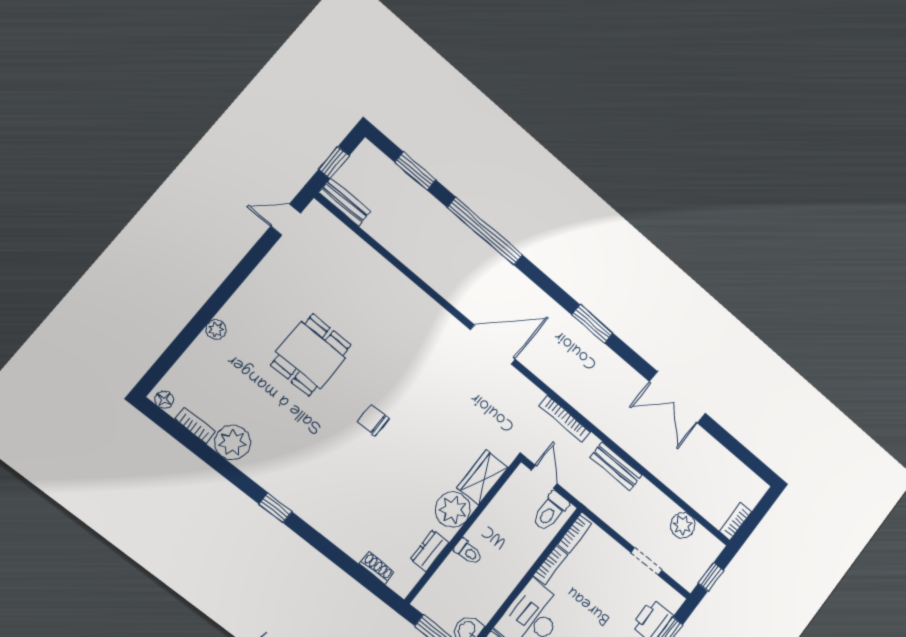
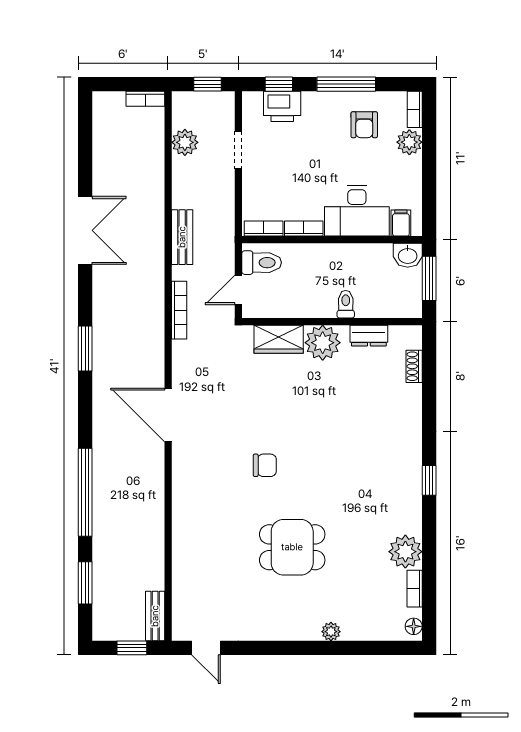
chair: (373, 420) -> (265, 465), moved, turned -90

